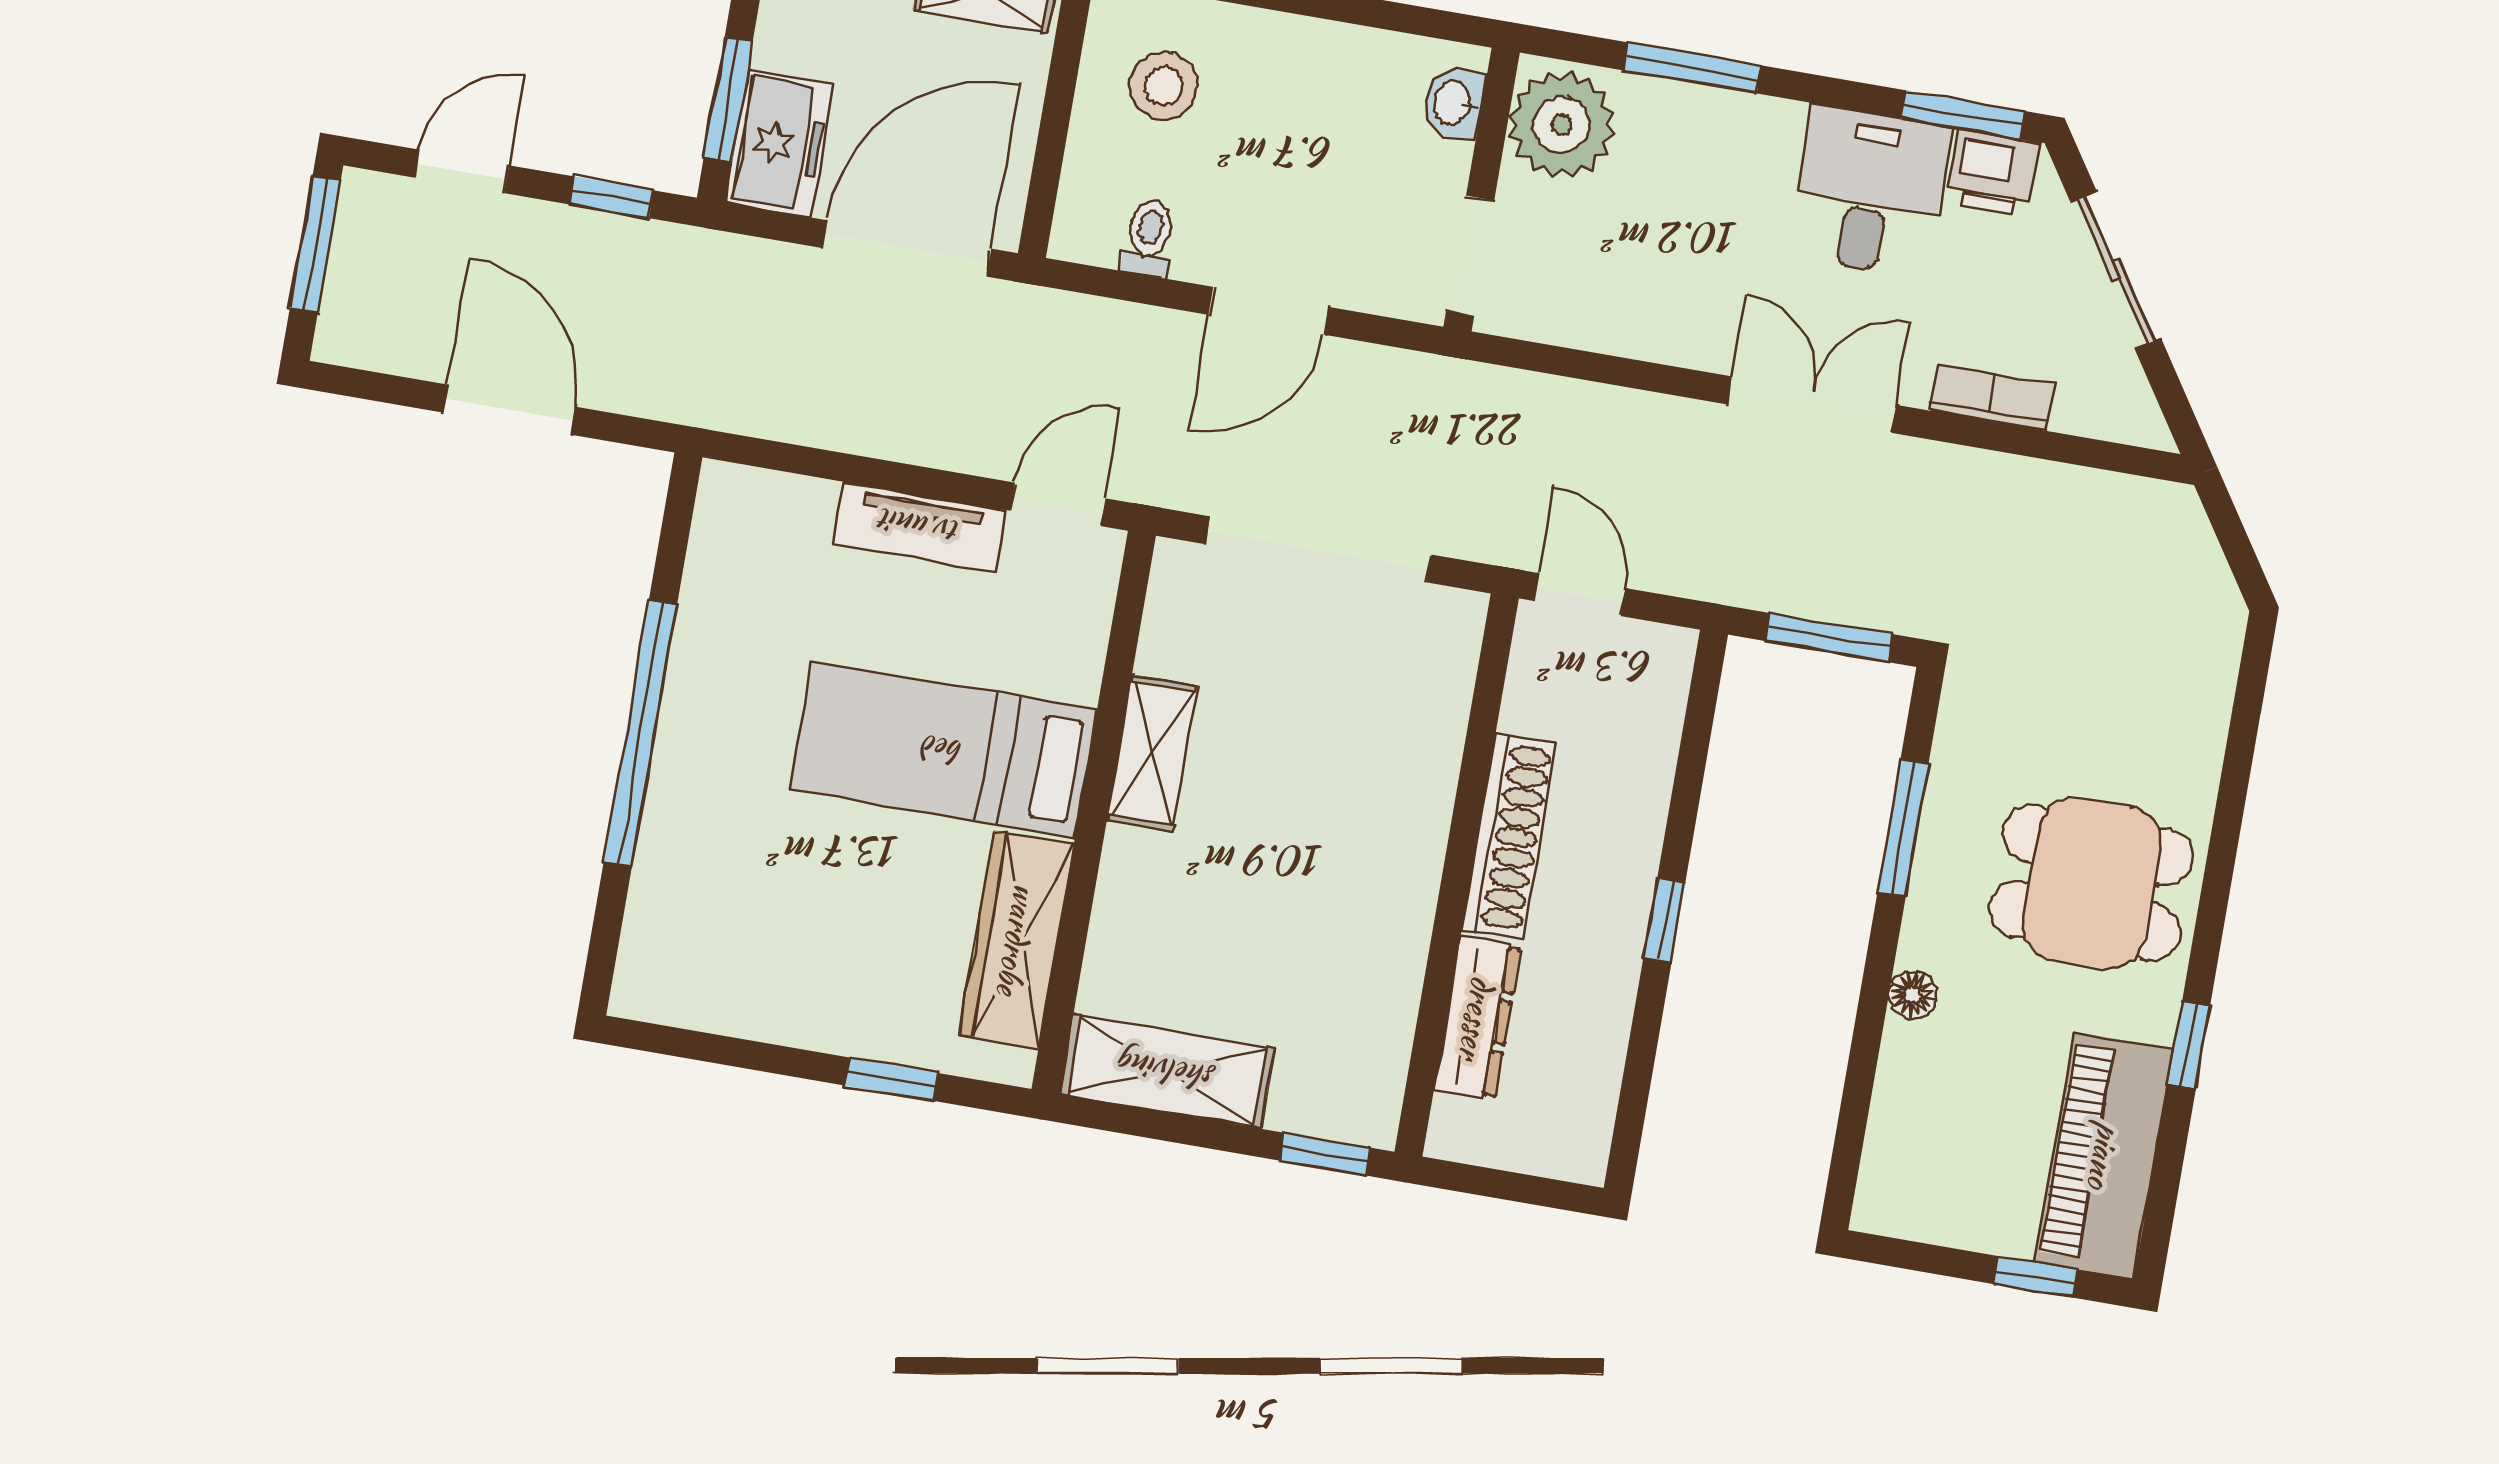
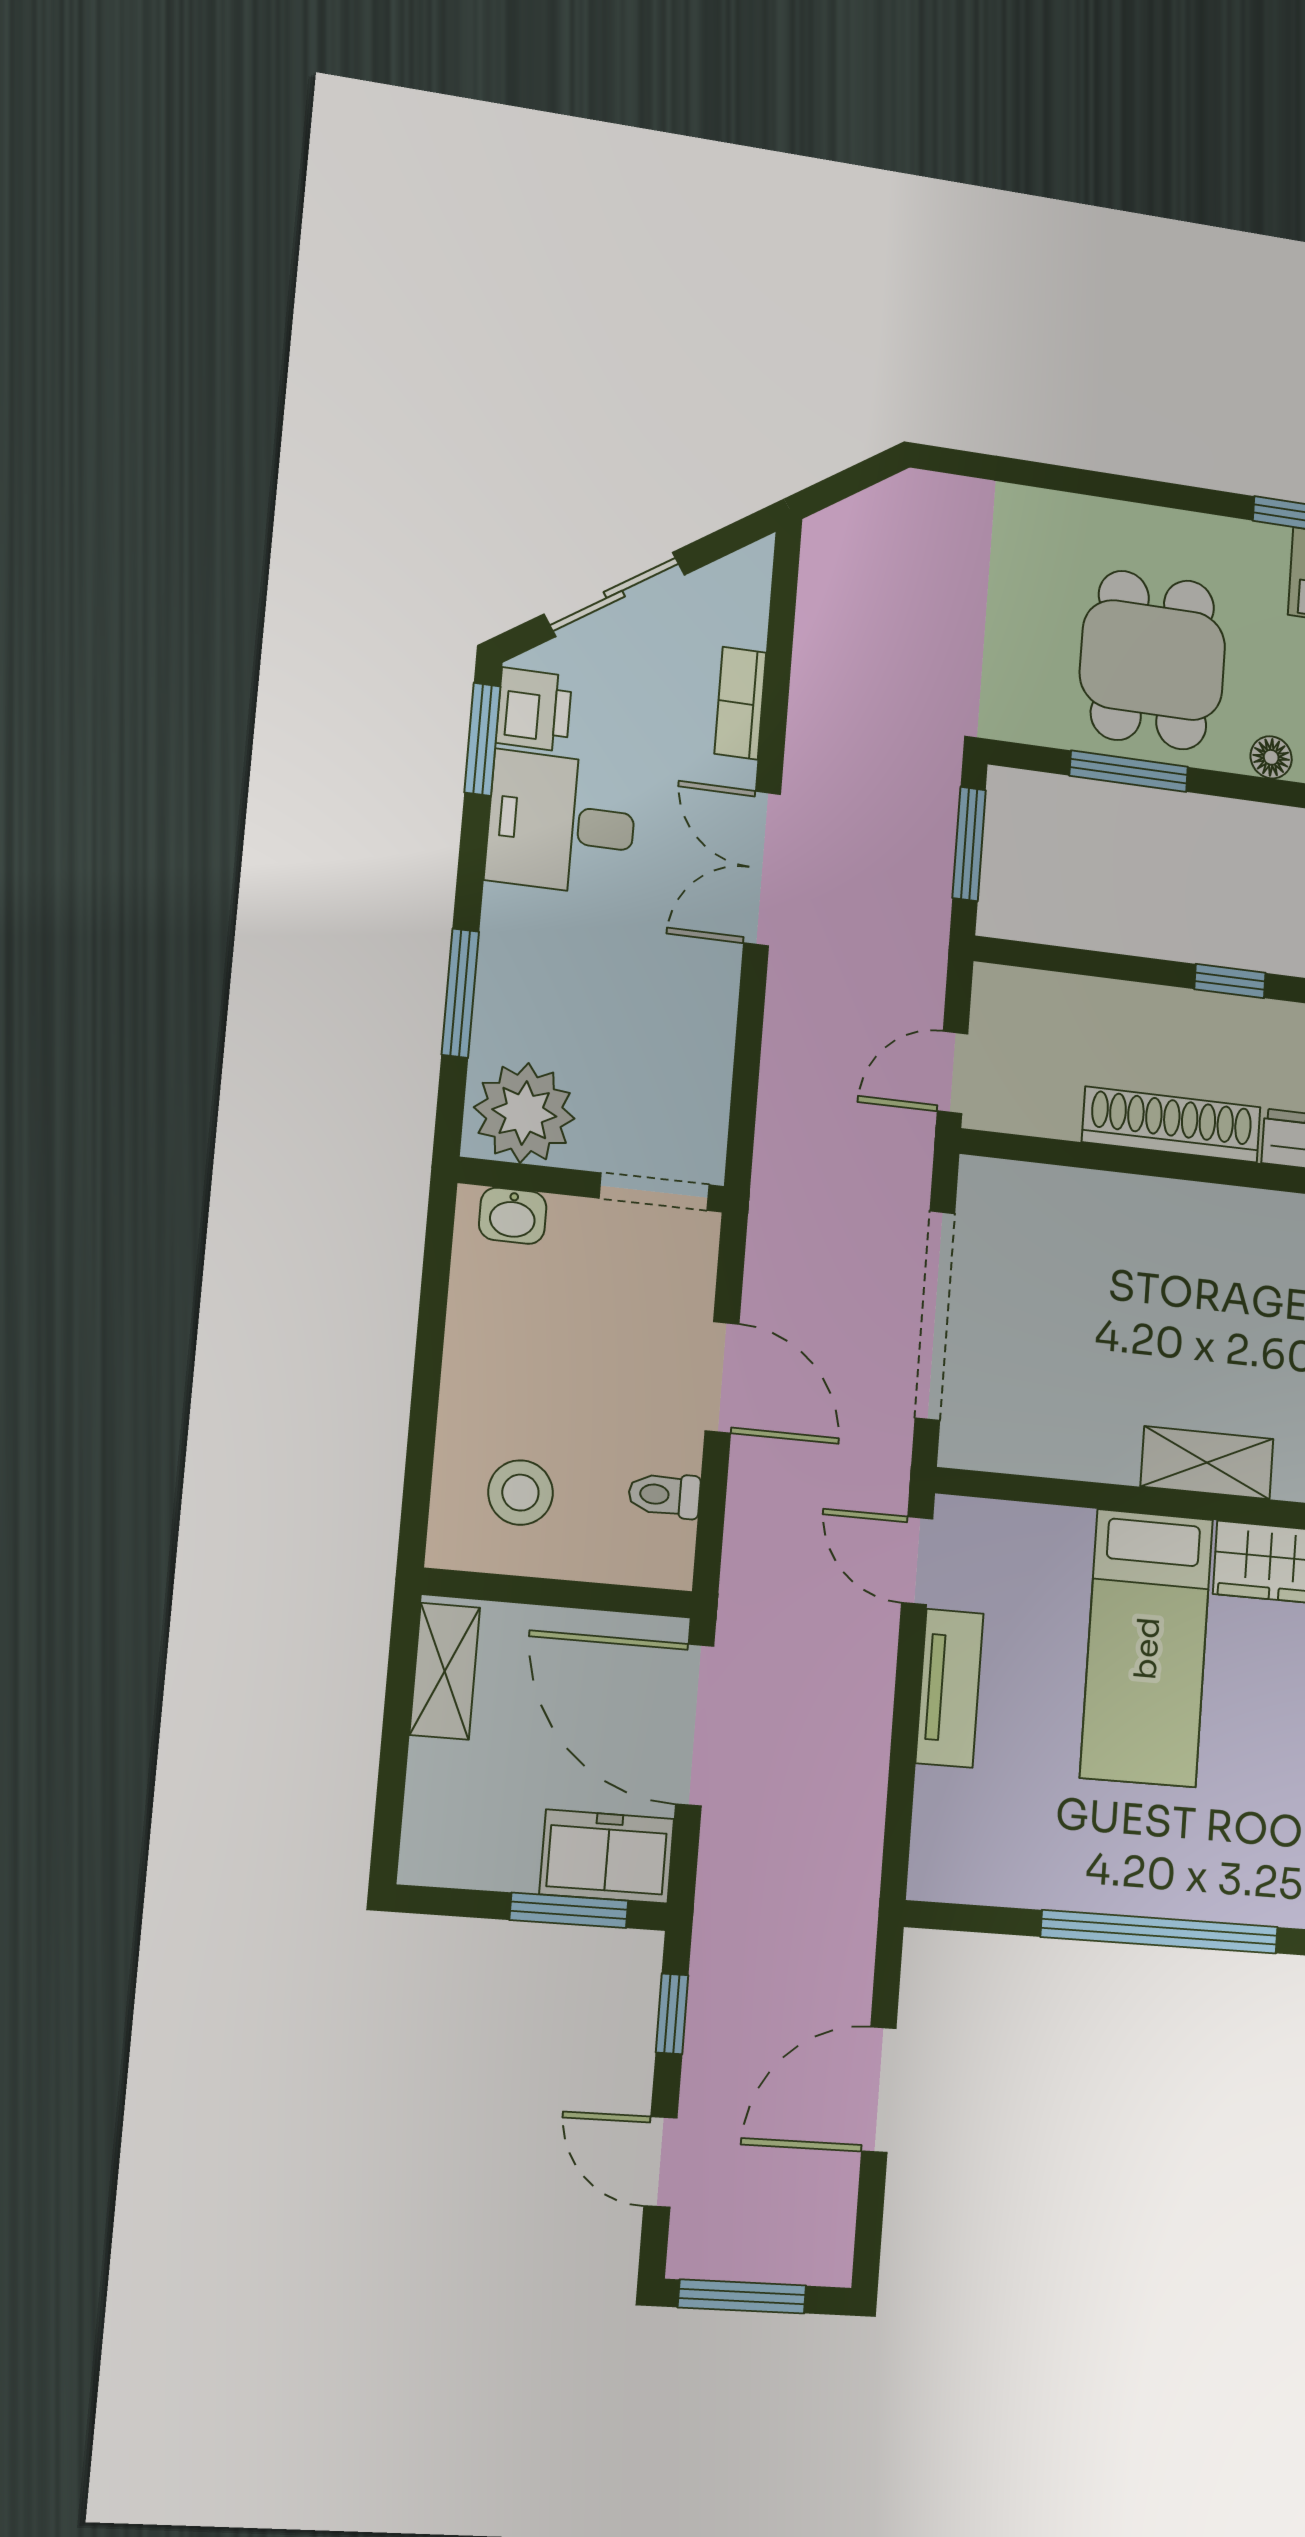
shelving: (1152, 753) -> (1207, 1463), moved
dining table: (2092, 883) -> (1153, 660), moved

